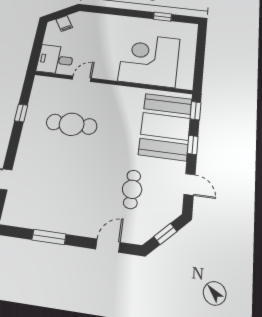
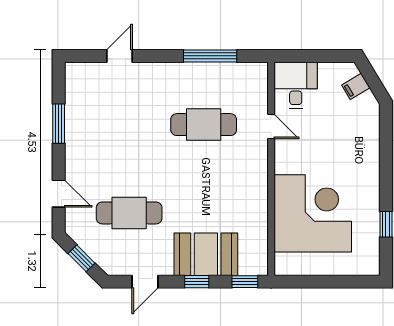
window: (21, 113) -> (210, 56), width x2.17
cafe table: (72, 124) -> (204, 125), turned 90
booth: (166, 126) -> (206, 254), width x0.73, depth x0.70
cafe table: (132, 189) -> (129, 213), width x1.37, depth x1.35

